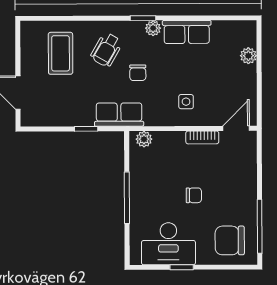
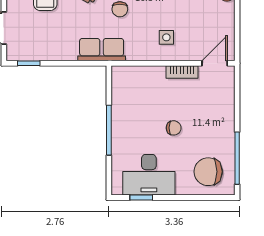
window: (86, 129) -> (29, 63), moved
plant: (144, 139) -> (126, 73), removed
window: (182, 267) -> (141, 197), moved

